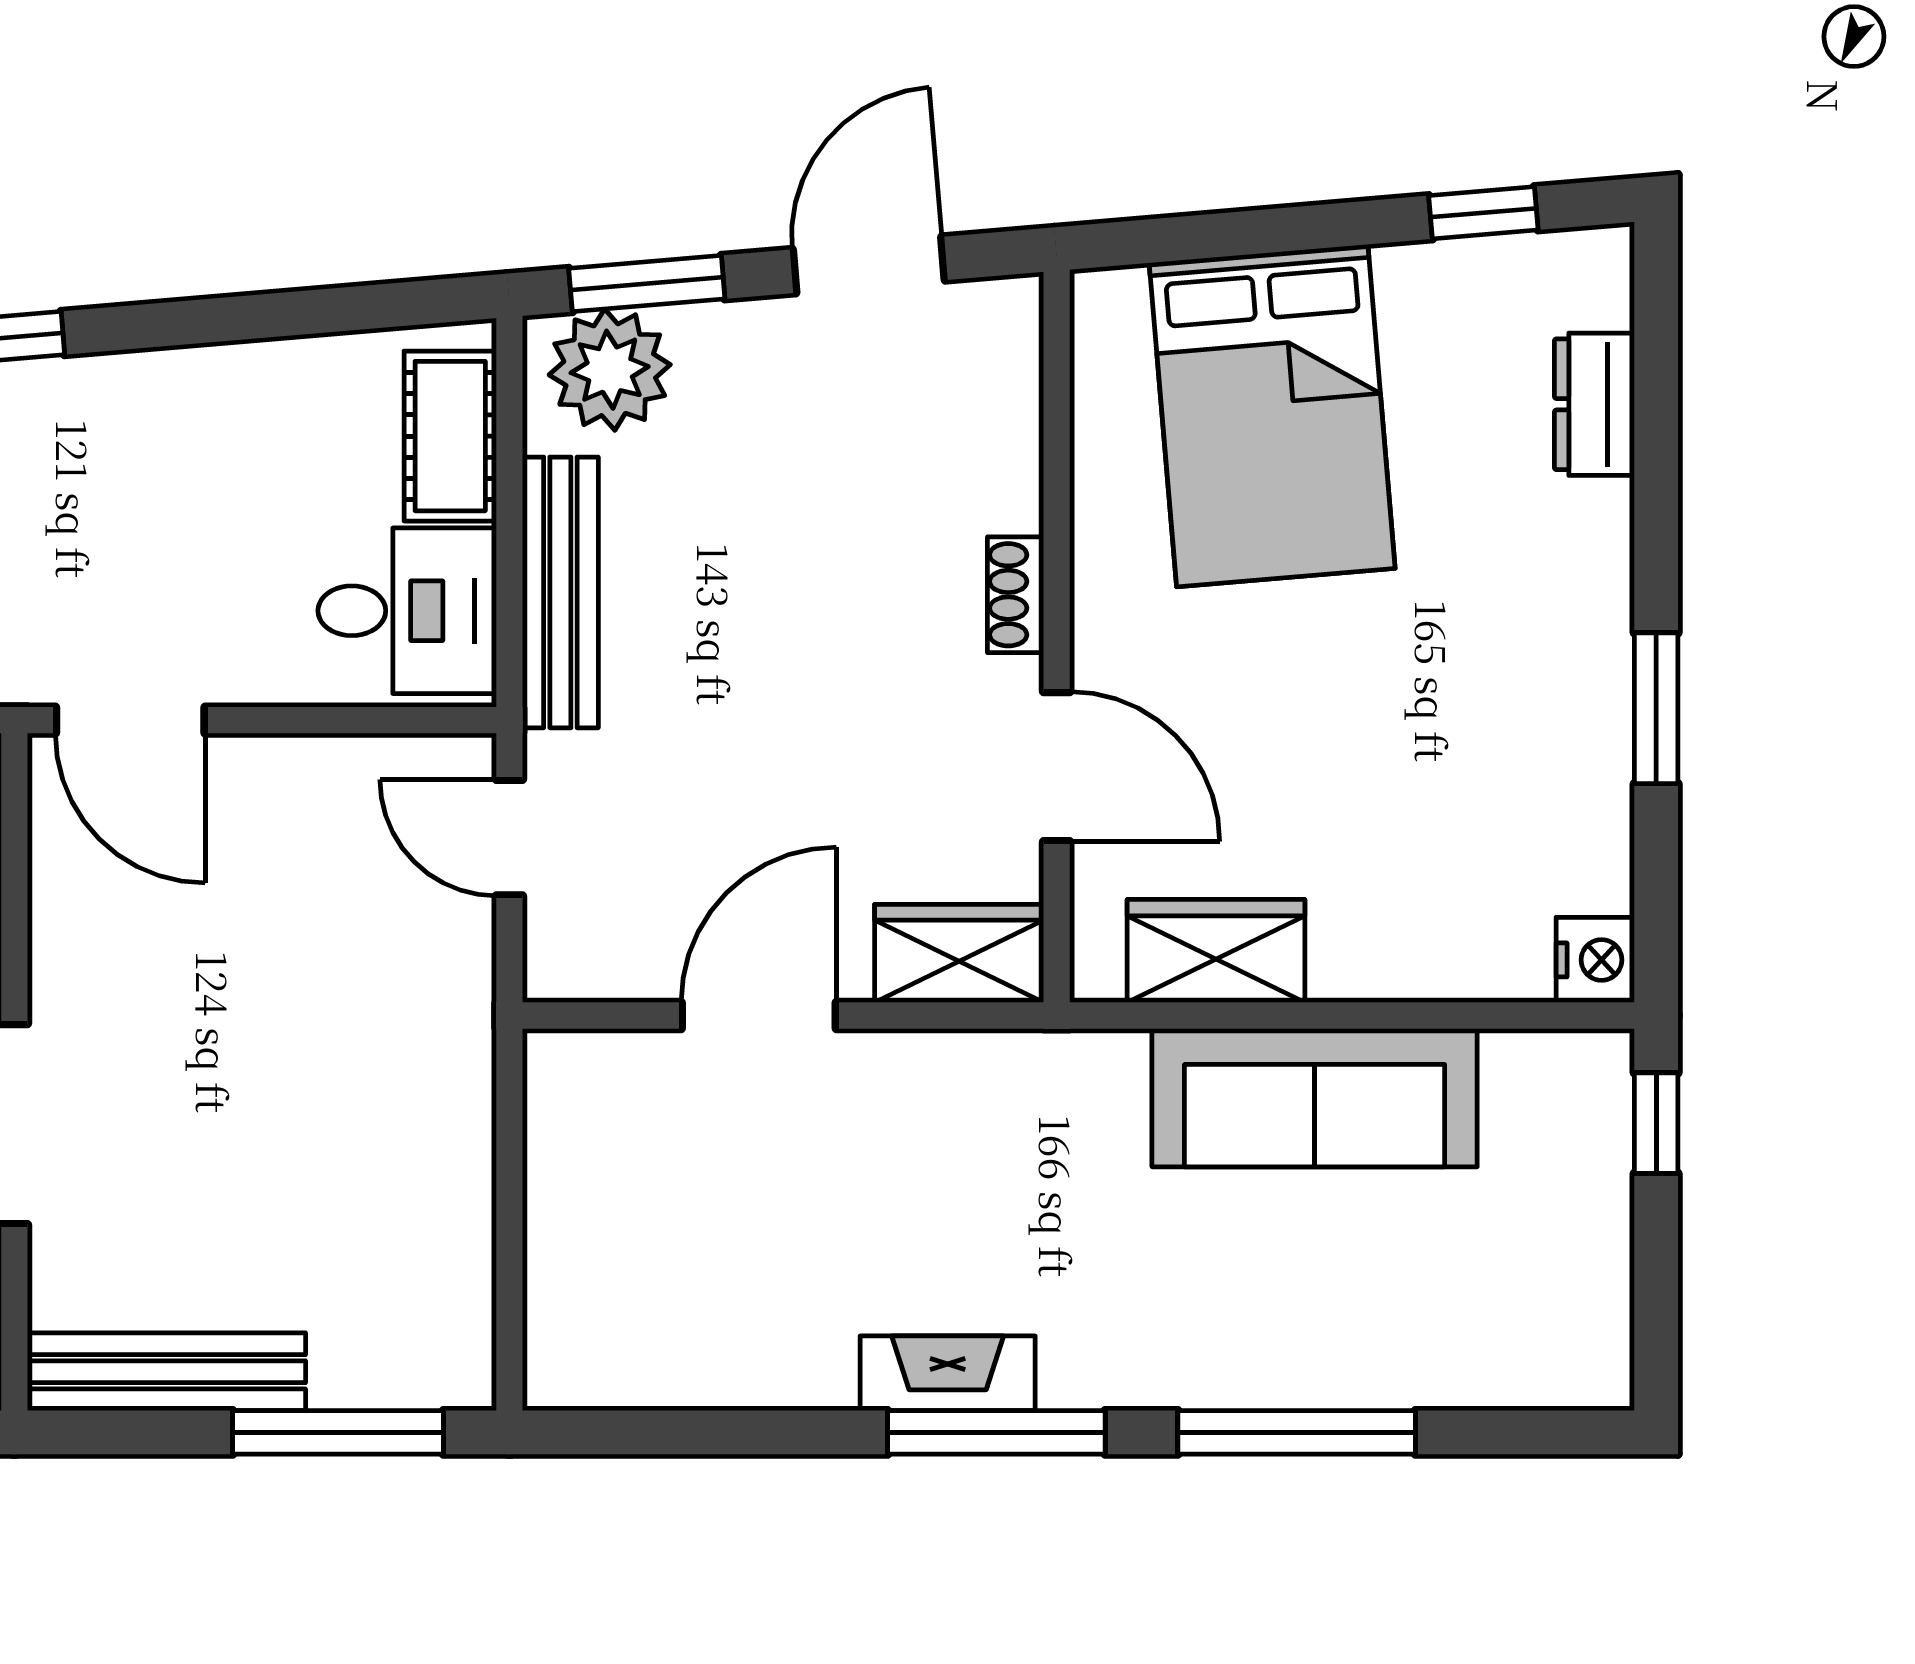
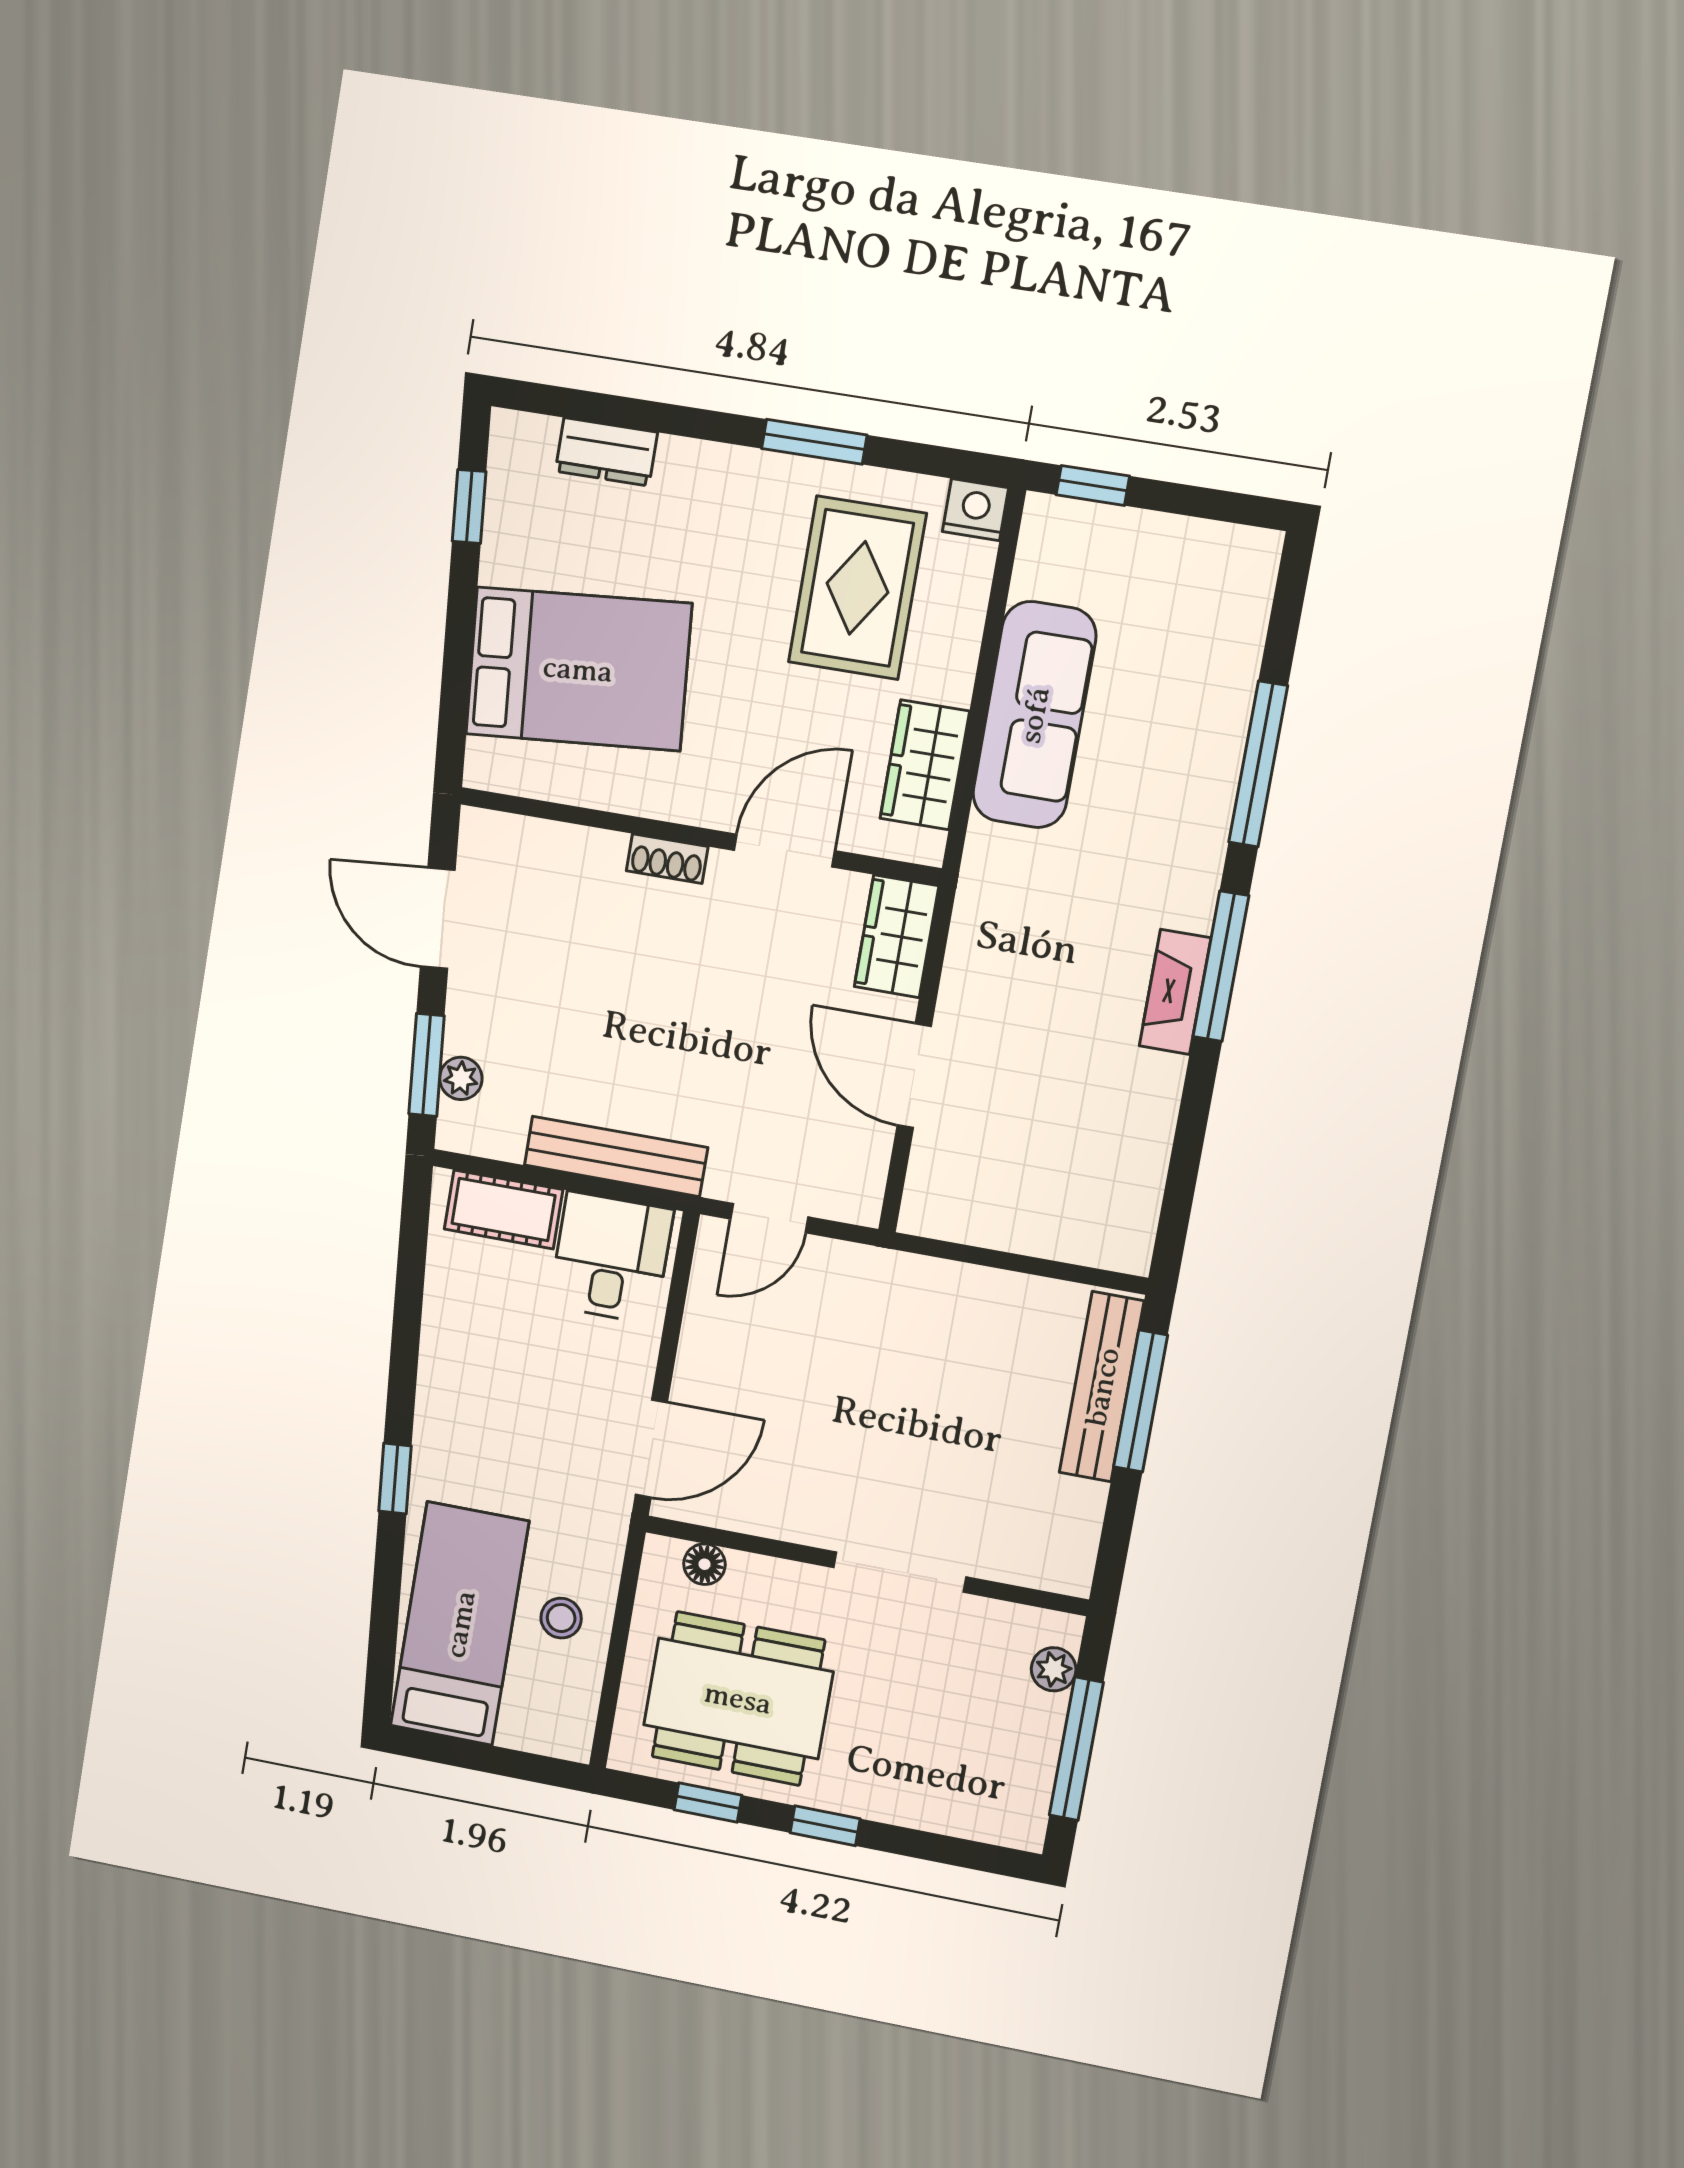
plant: (610, 370) -> (461, 1078), width x0.53, depth x0.53
rug: (1456, 808) -> (857, 588), added
bench: (166, 1372) -> (1102, 1387), moved

